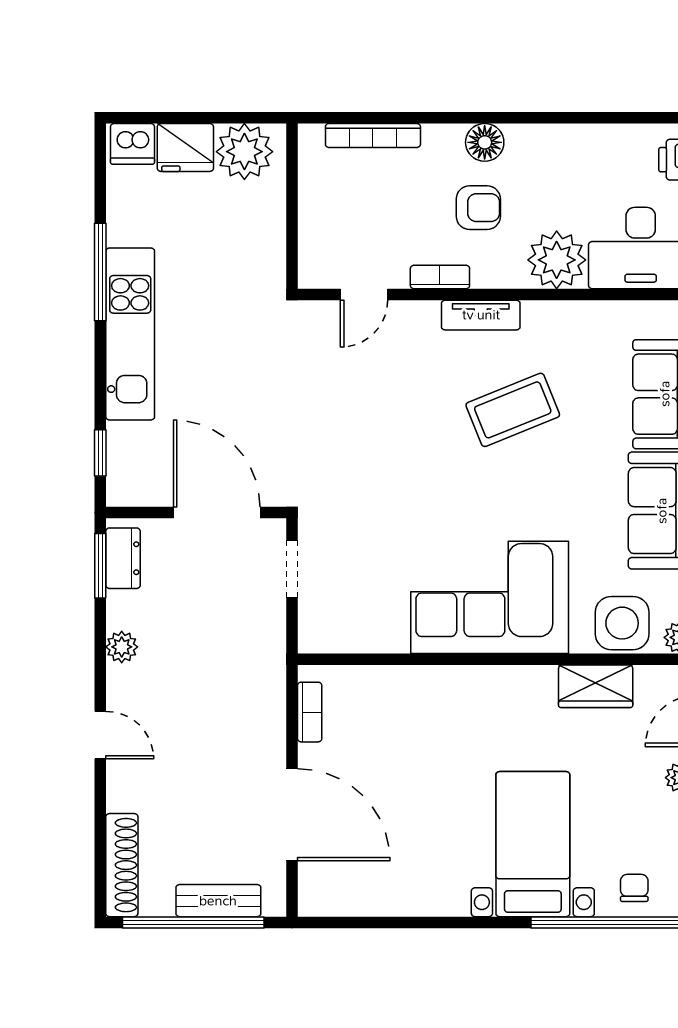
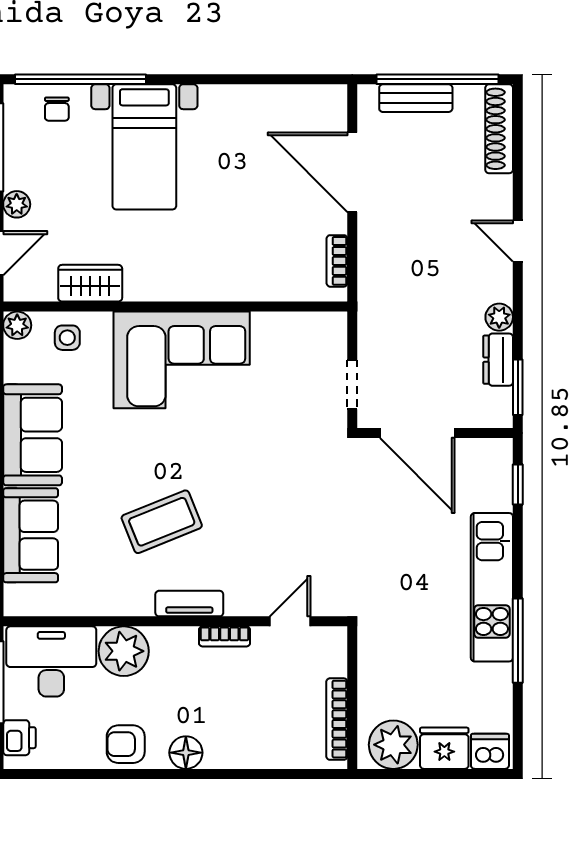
bookcase: (373, 135) -> (337, 719), moved, turned -90
armchair: (478, 208) -> (126, 744), moved
dresser: (123, 558) -> (498, 360), moved
side table: (622, 623) -> (67, 338), width x0.54, depth x0.54

